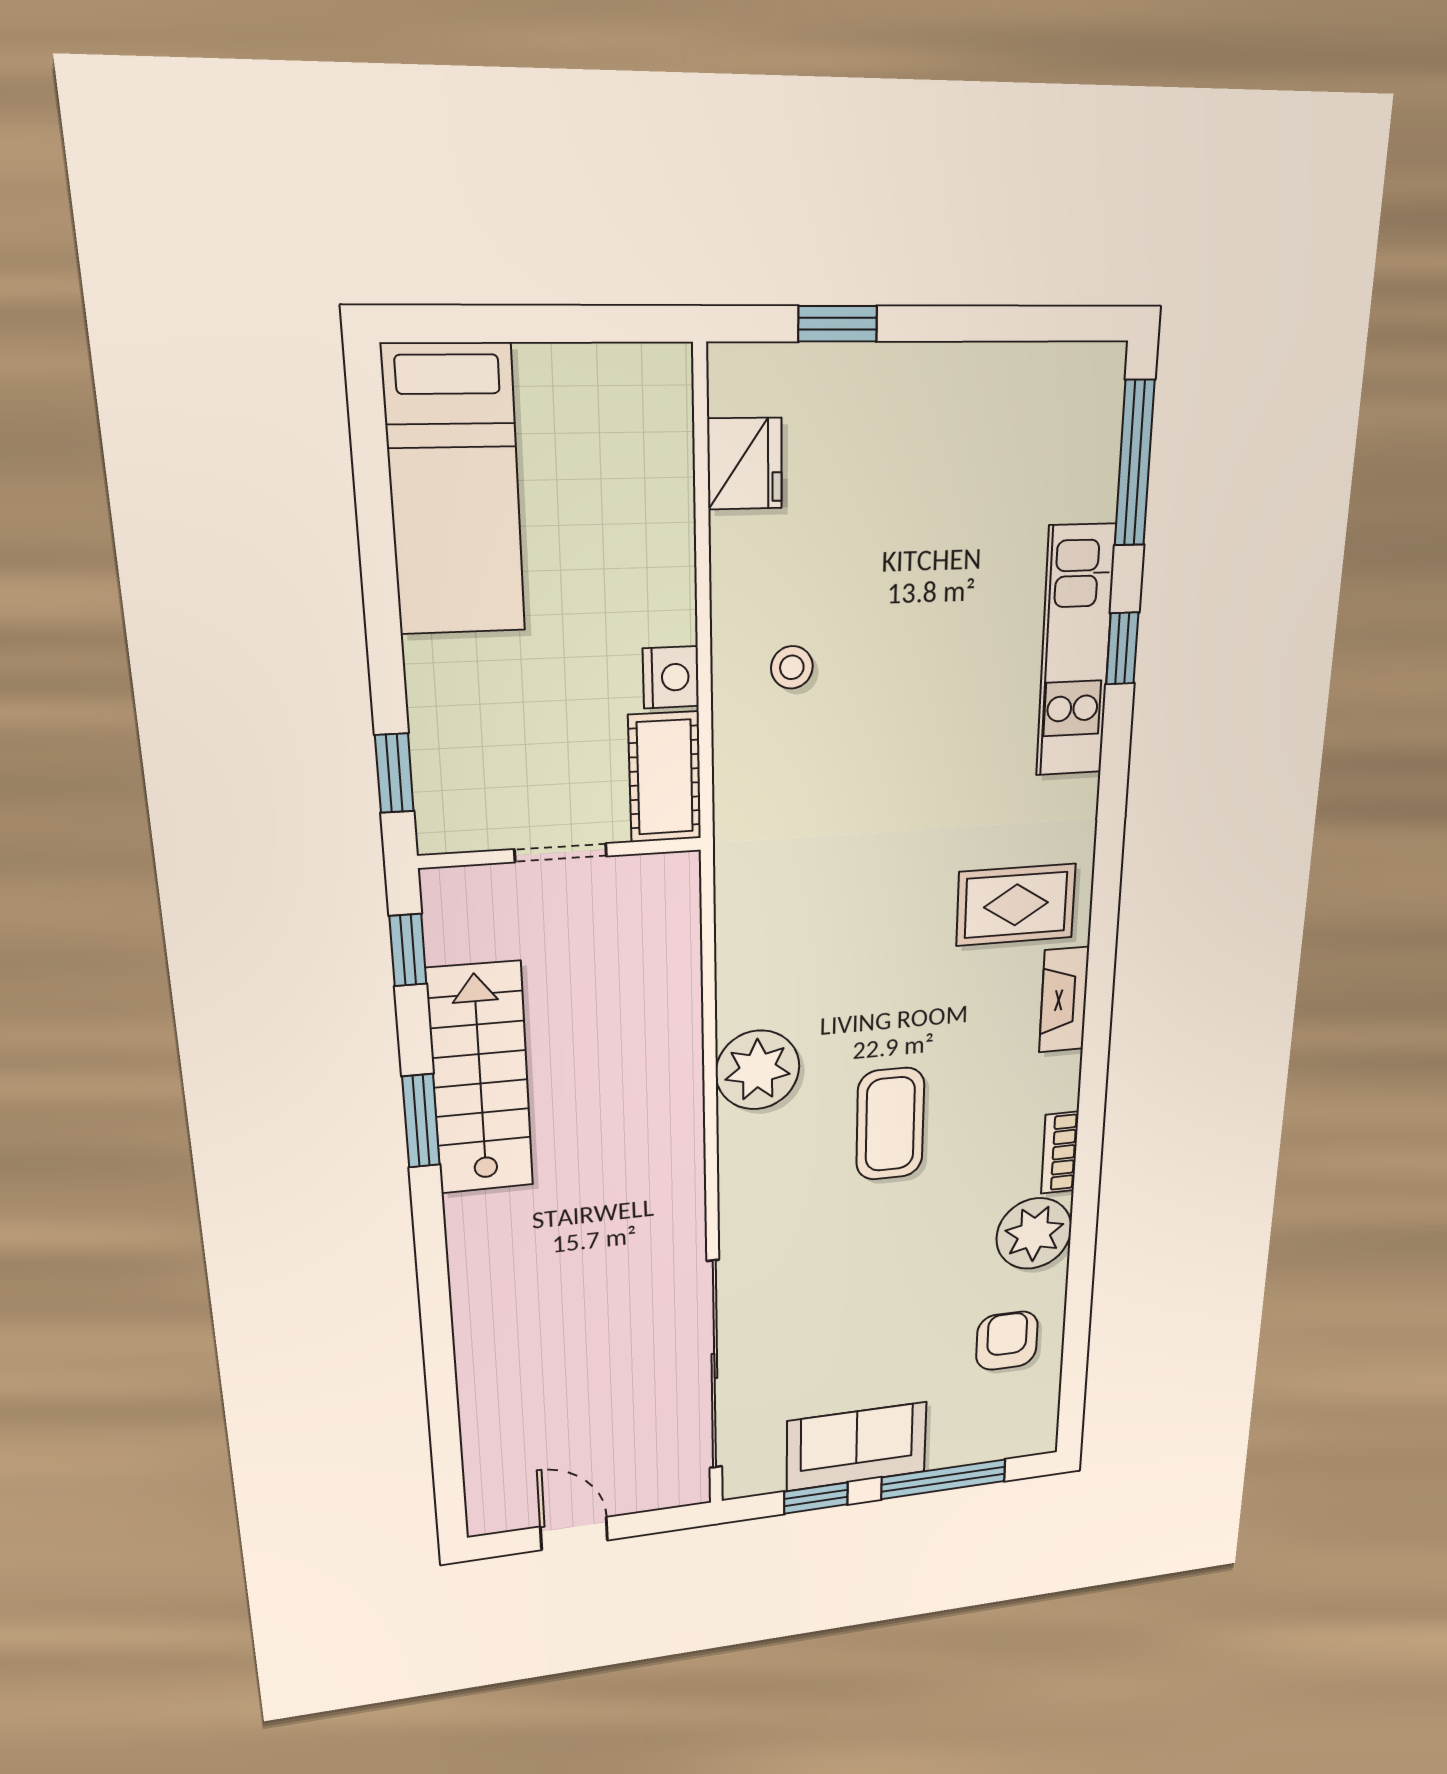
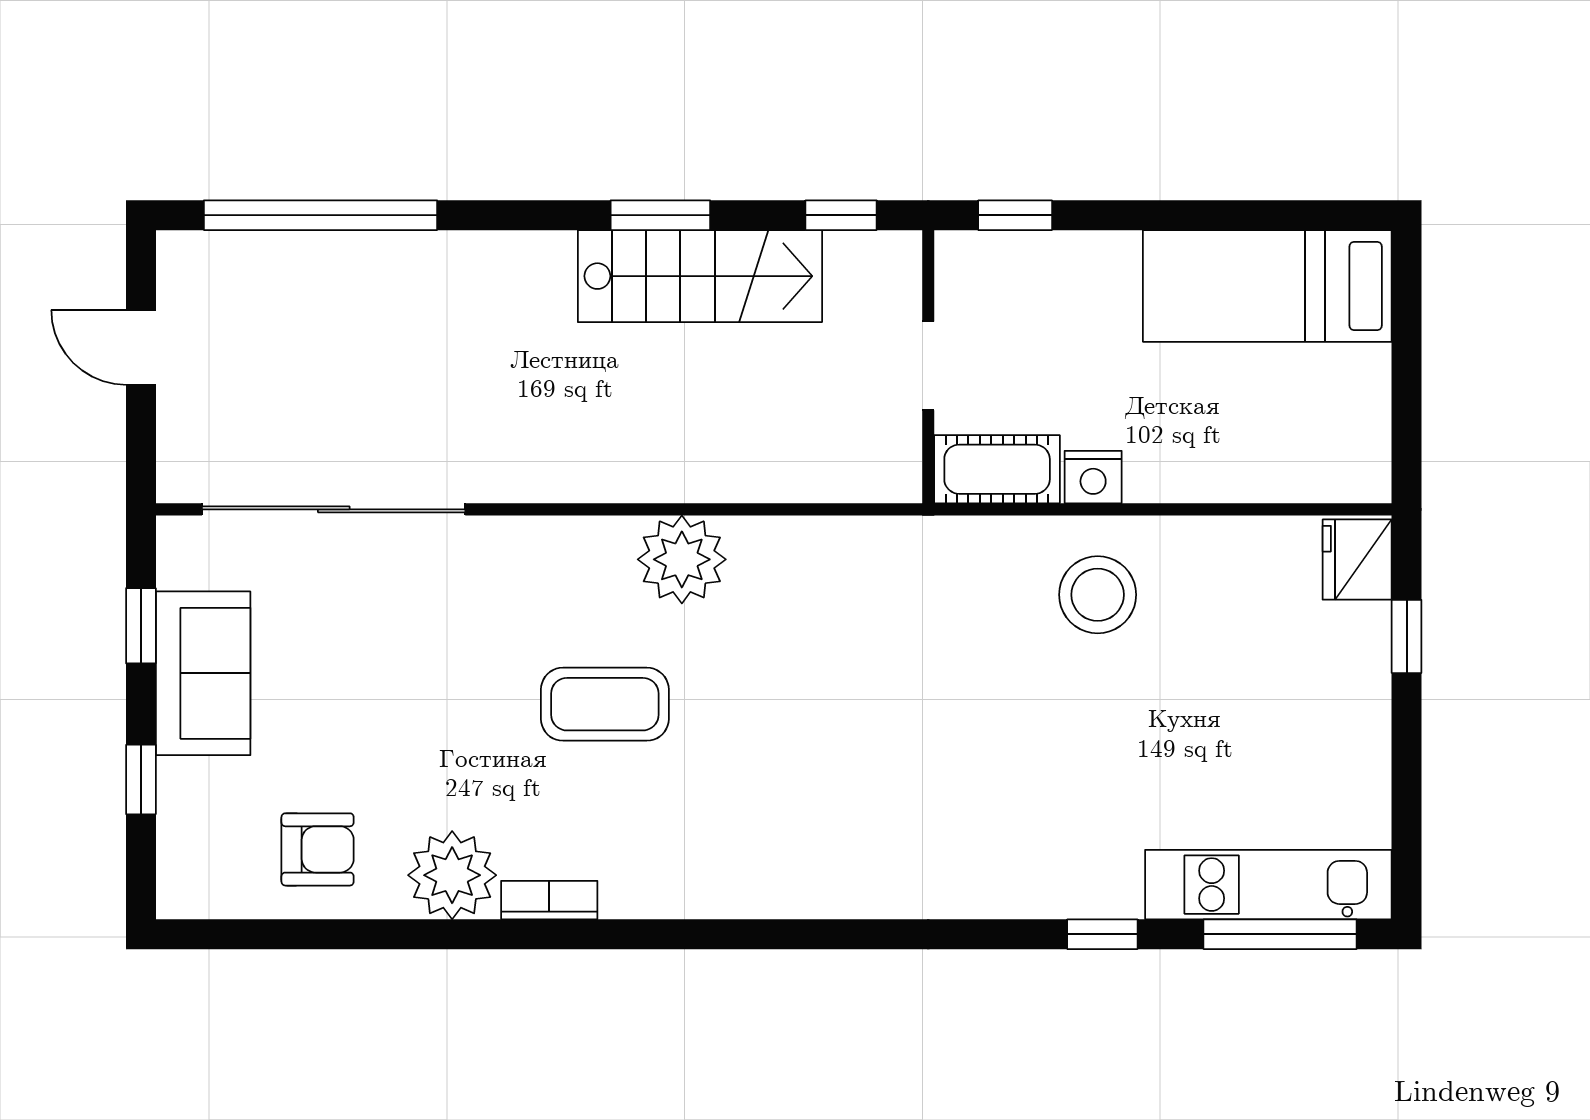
fridge: (745, 464) -> (1357, 560), moved, turned 90
kitchen unit: (1076, 652) -> (1268, 885), moved
stool: (792, 667) -> (1098, 595), width x1.89, depth x1.89
rug: (1016, 905) -> (841, 835), removed
fireplace: (1064, 1000) -> (730, 894), removed
window: (443, 1412) -> (321, 215), added
window: (943, 1479) -> (141, 779), width x0.46
door: (574, 1533) -> (141, 347), swing flipped

